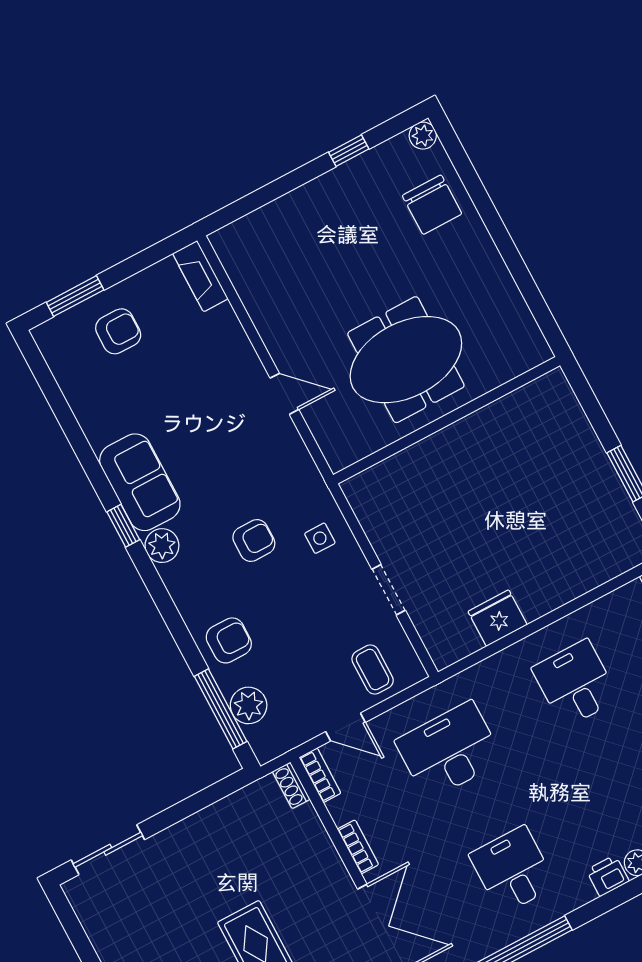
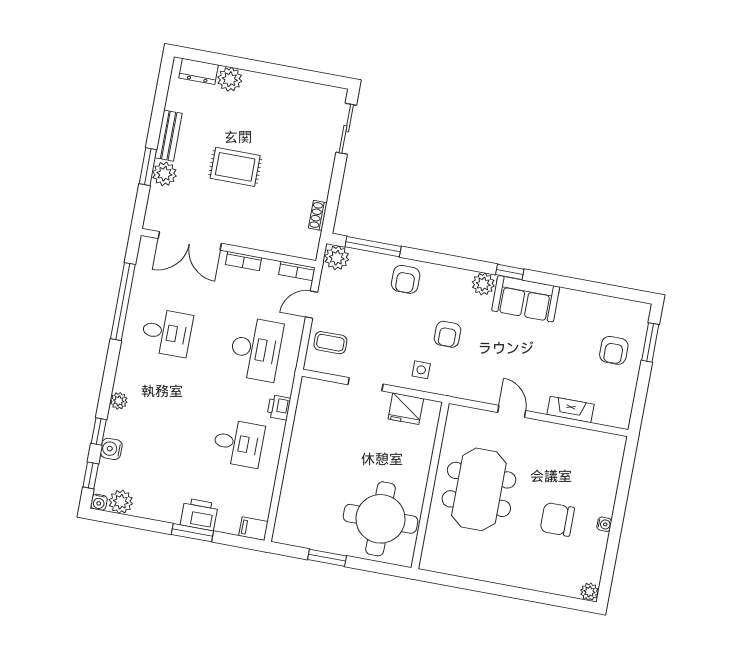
window: (349, 151) -> (612, 547), removed
water cooler: (330, 181) -> (604, 524), added
chair: (432, 205) -> (557, 519), moved
fireplace: (200, 276) -> (571, 409), moved
door: (284, 394) -> (512, 411), swing flipped
round table: (532, 447) -> (380, 519), added
fridge: (498, 618) -> (406, 409), moved, turned 90
plant: (249, 705) -> (337, 258), moved
shoe rack: (291, 785) -> (318, 215), moved, turned -90
printer: (608, 876) -> (279, 407), moved, turned 180

